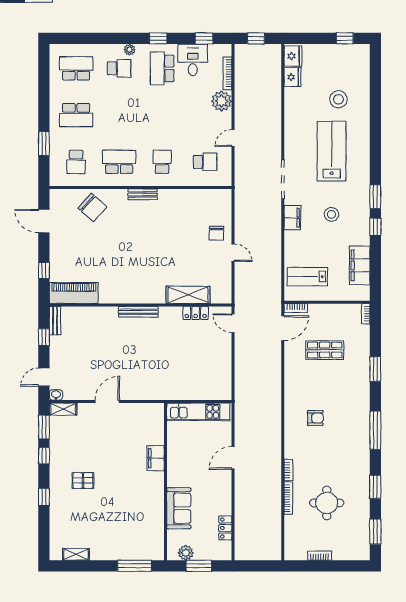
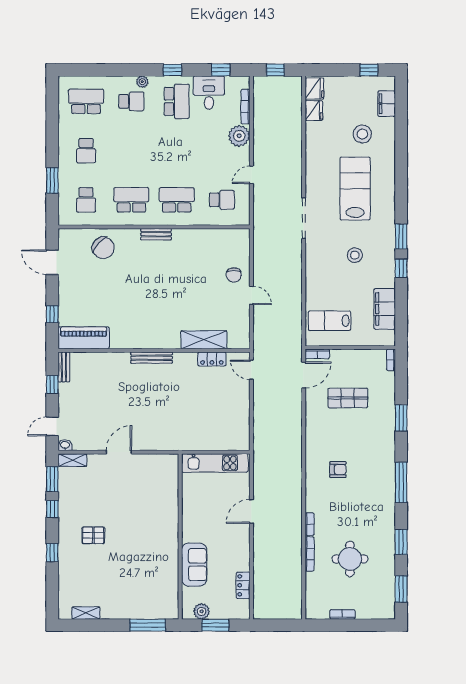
school desk: (162, 68) -> (177, 101), turned 180
school desk: (76, 115) -> (86, 151), width x0.54
school desk: (162, 162) -> (177, 200), width x1.85
filing cabinet: (292, 218) -> (387, 104), moved, turned 180
filing cabinet: (156, 458) -> (170, 512), removed

